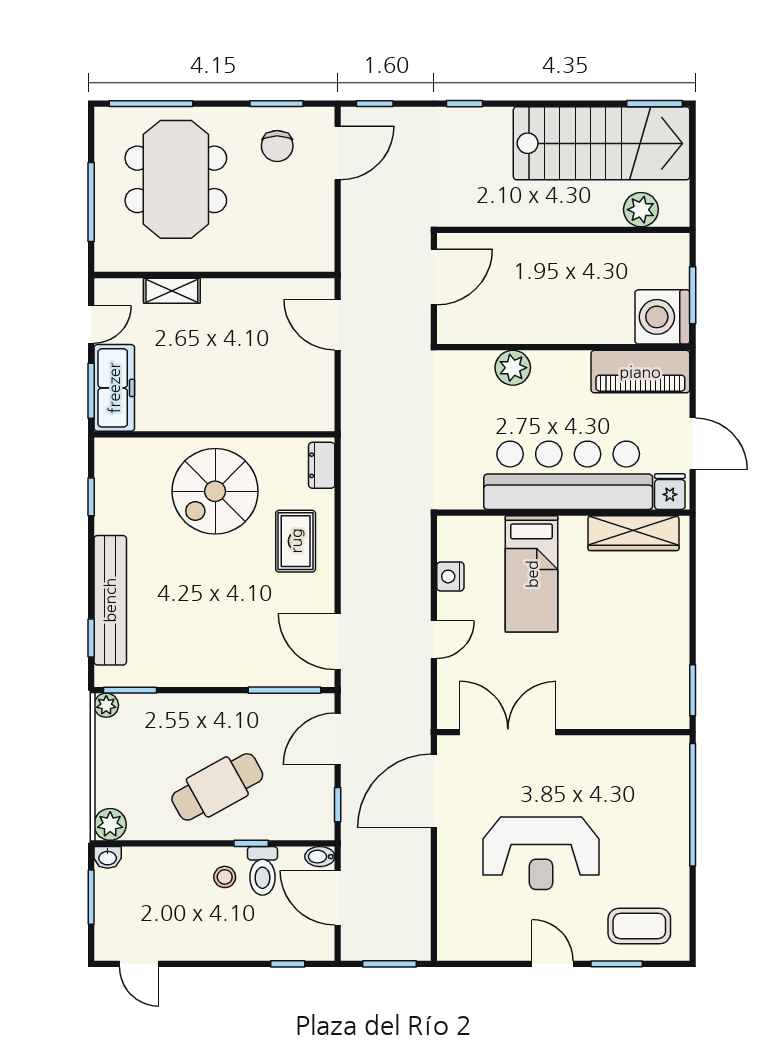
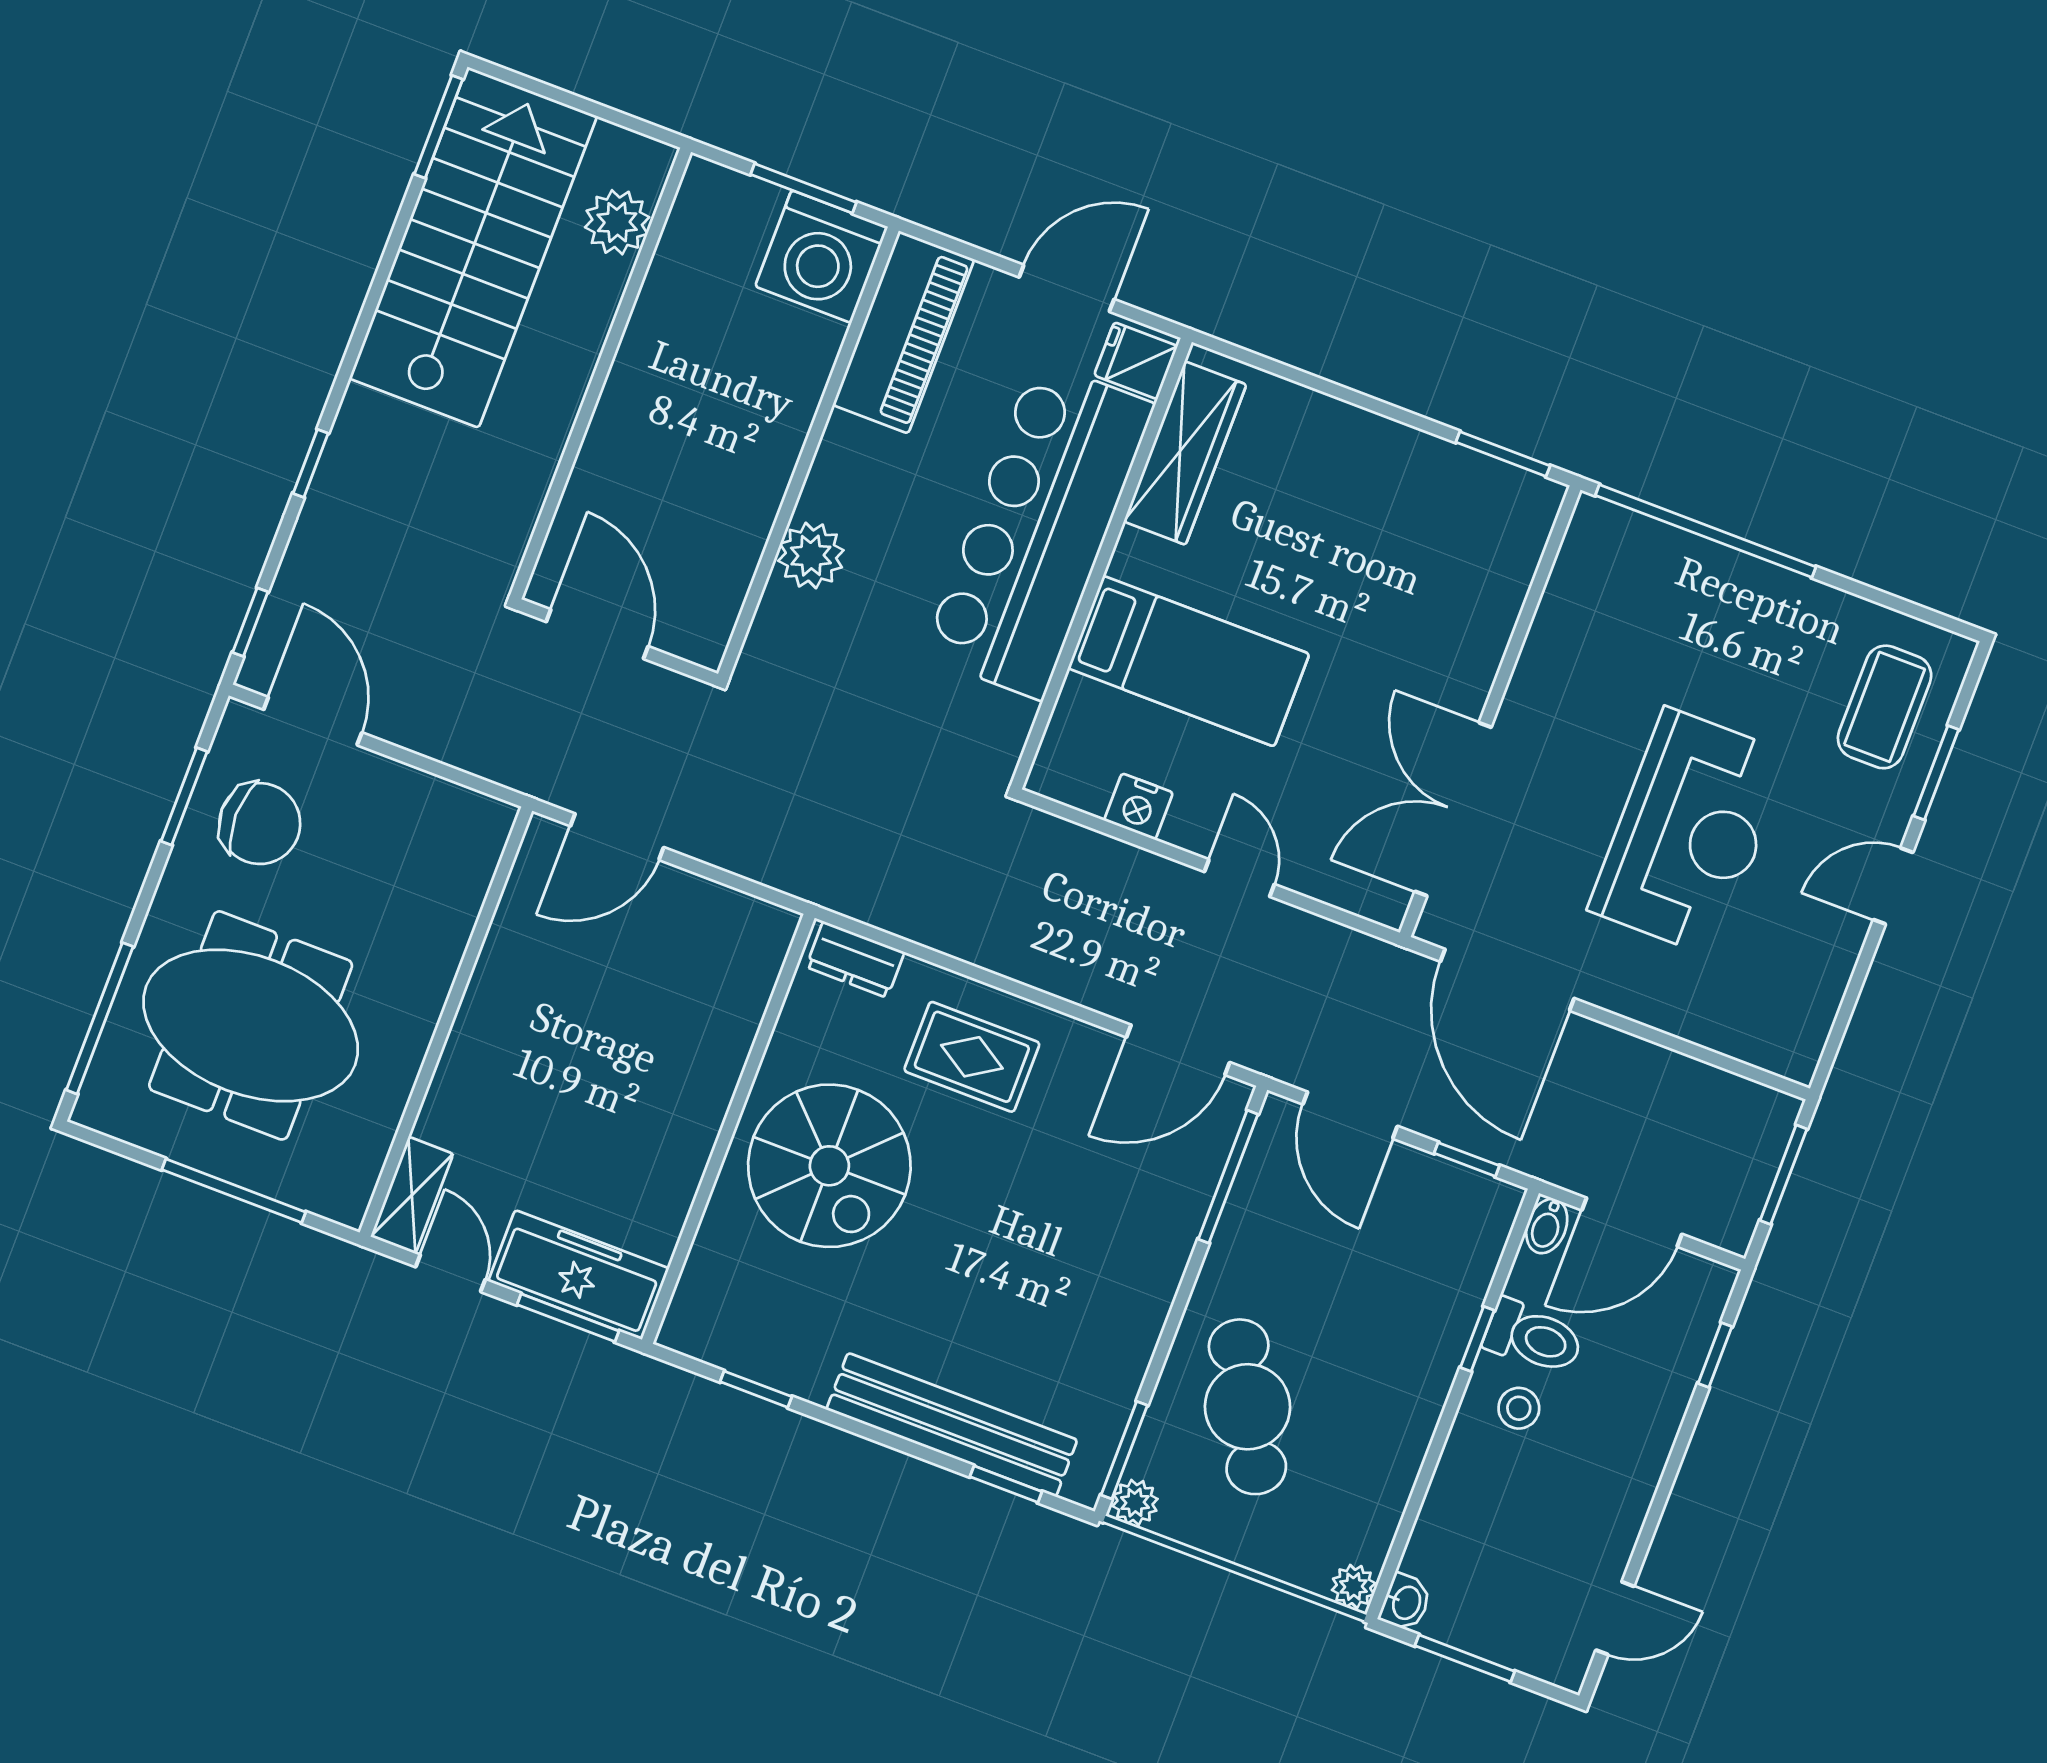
chair: (277, 146) -> (260, 824), width x1.37, depth x1.37
shelving: (172, 291) -> (412, 1195), moved
cafe table: (217, 787) -> (1247, 1407), moved
plant: (110, 824) -> (1354, 1587), width x0.73, depth x0.73

